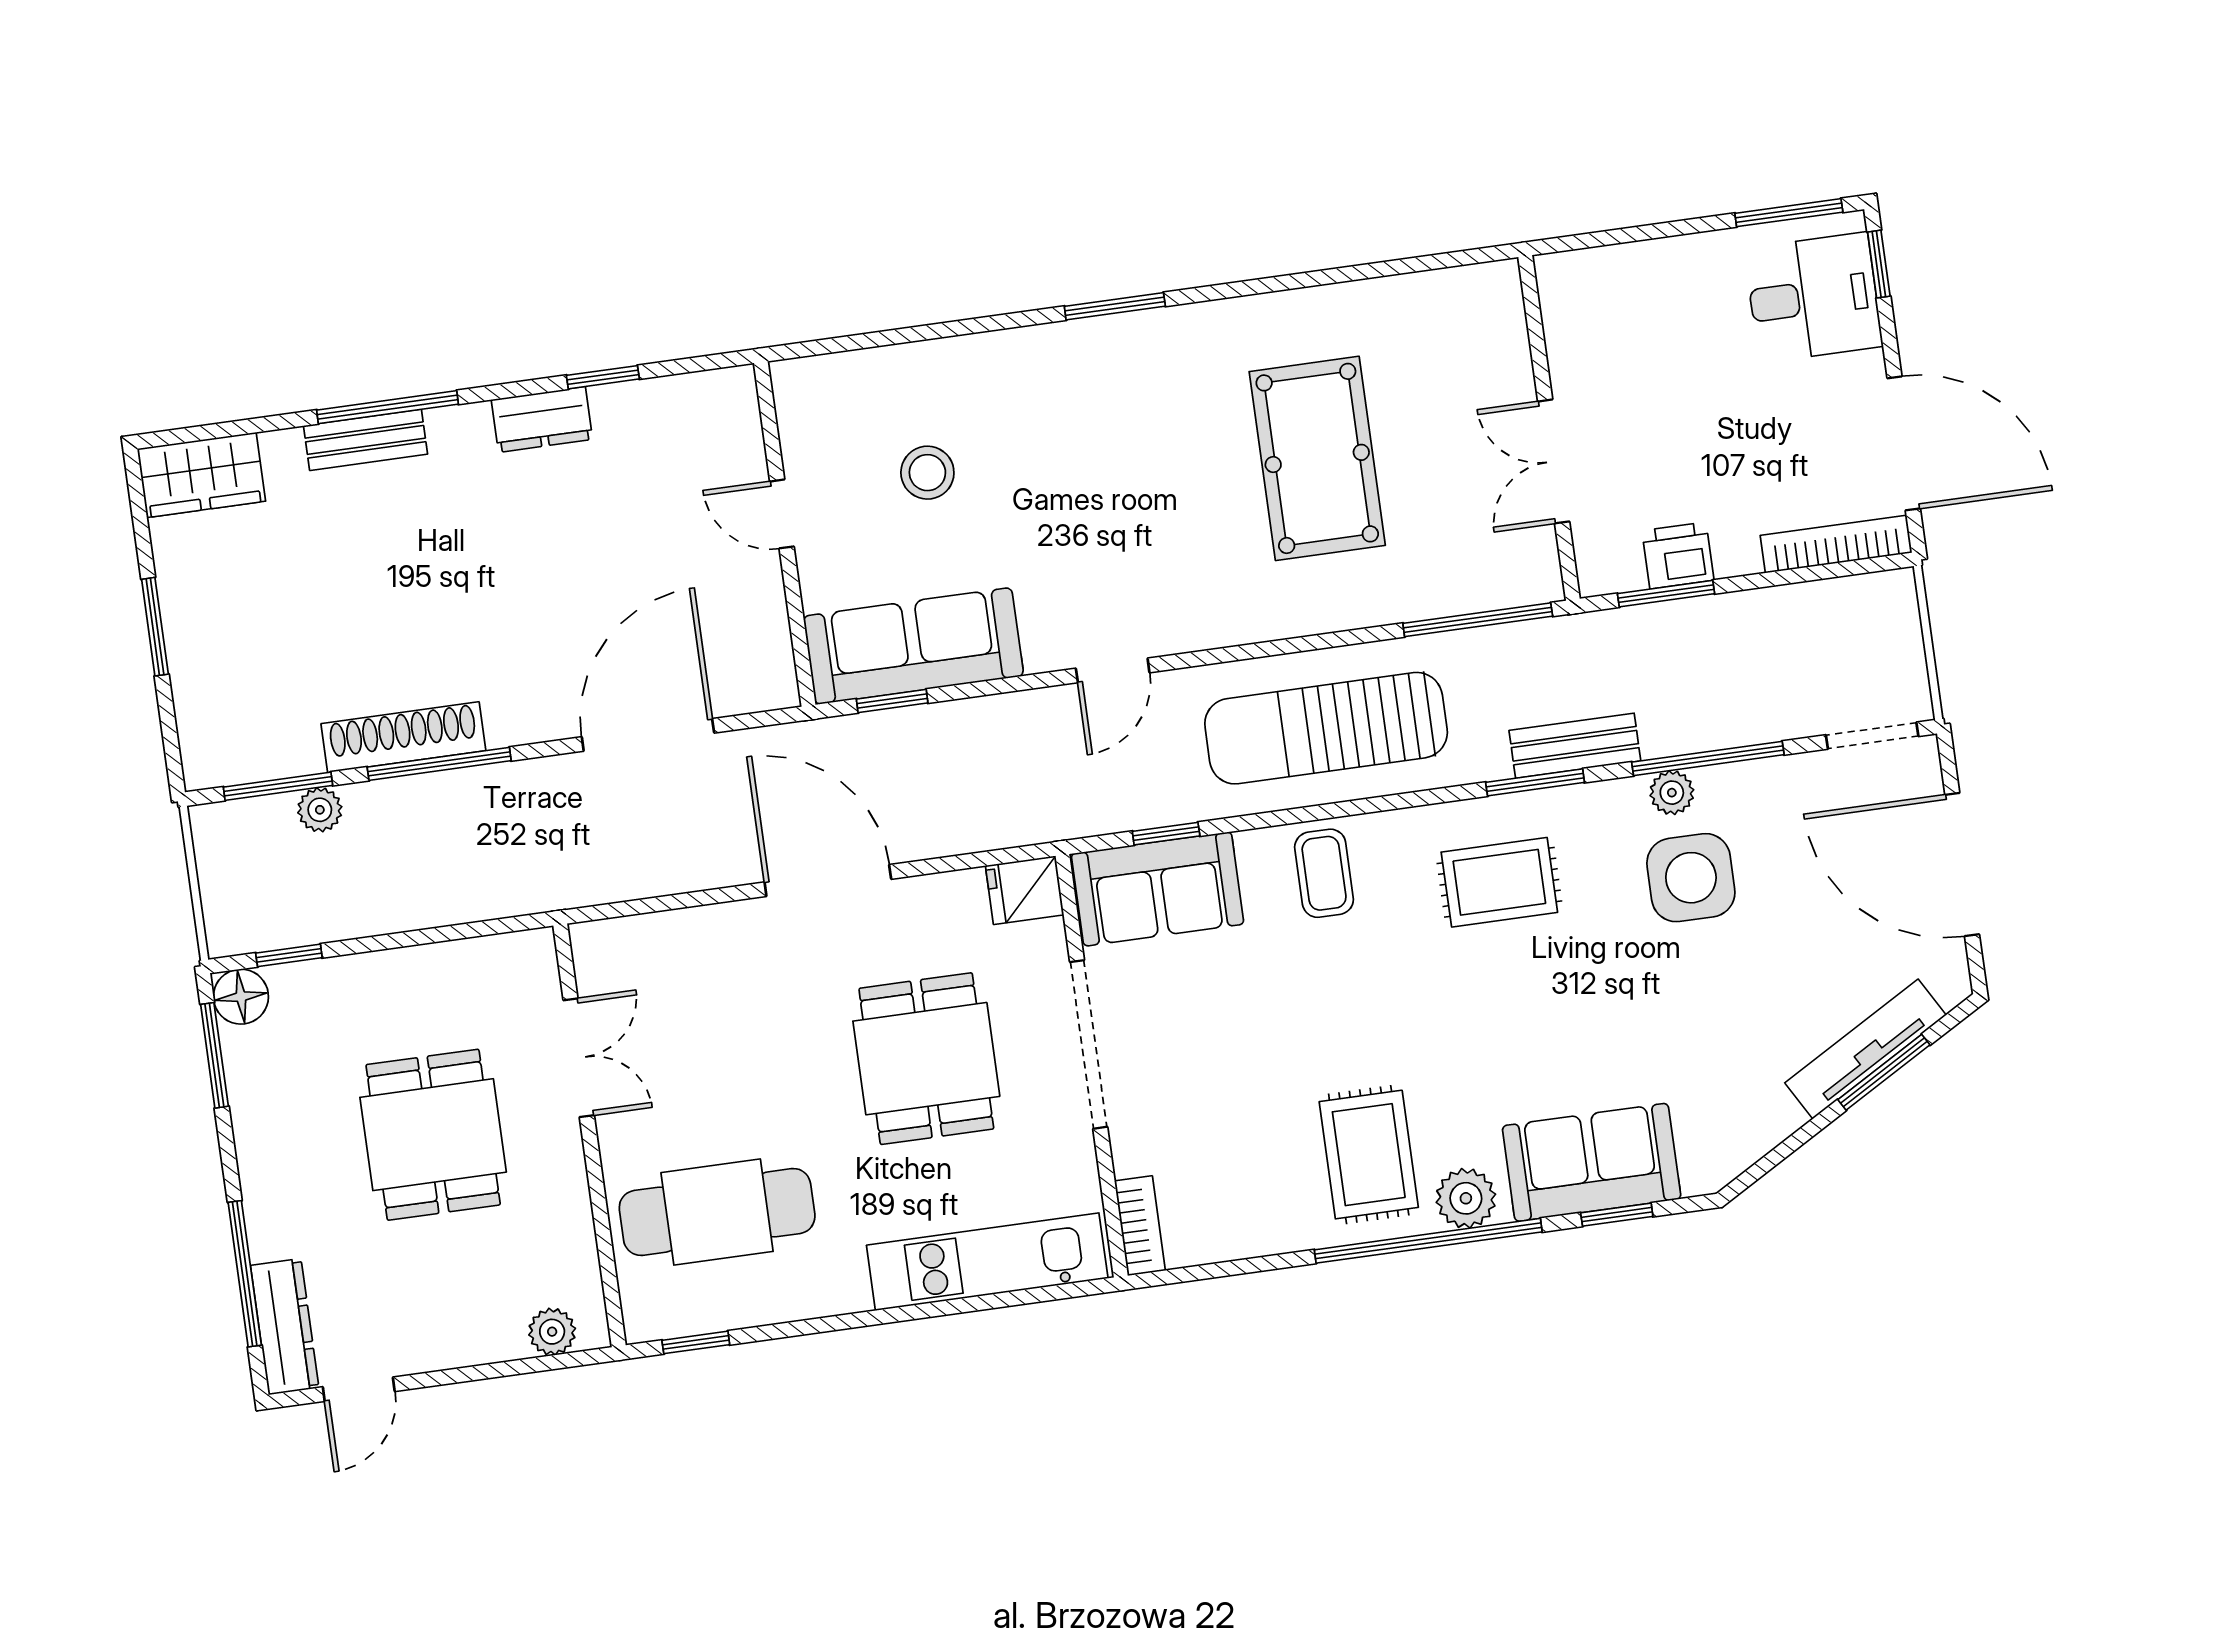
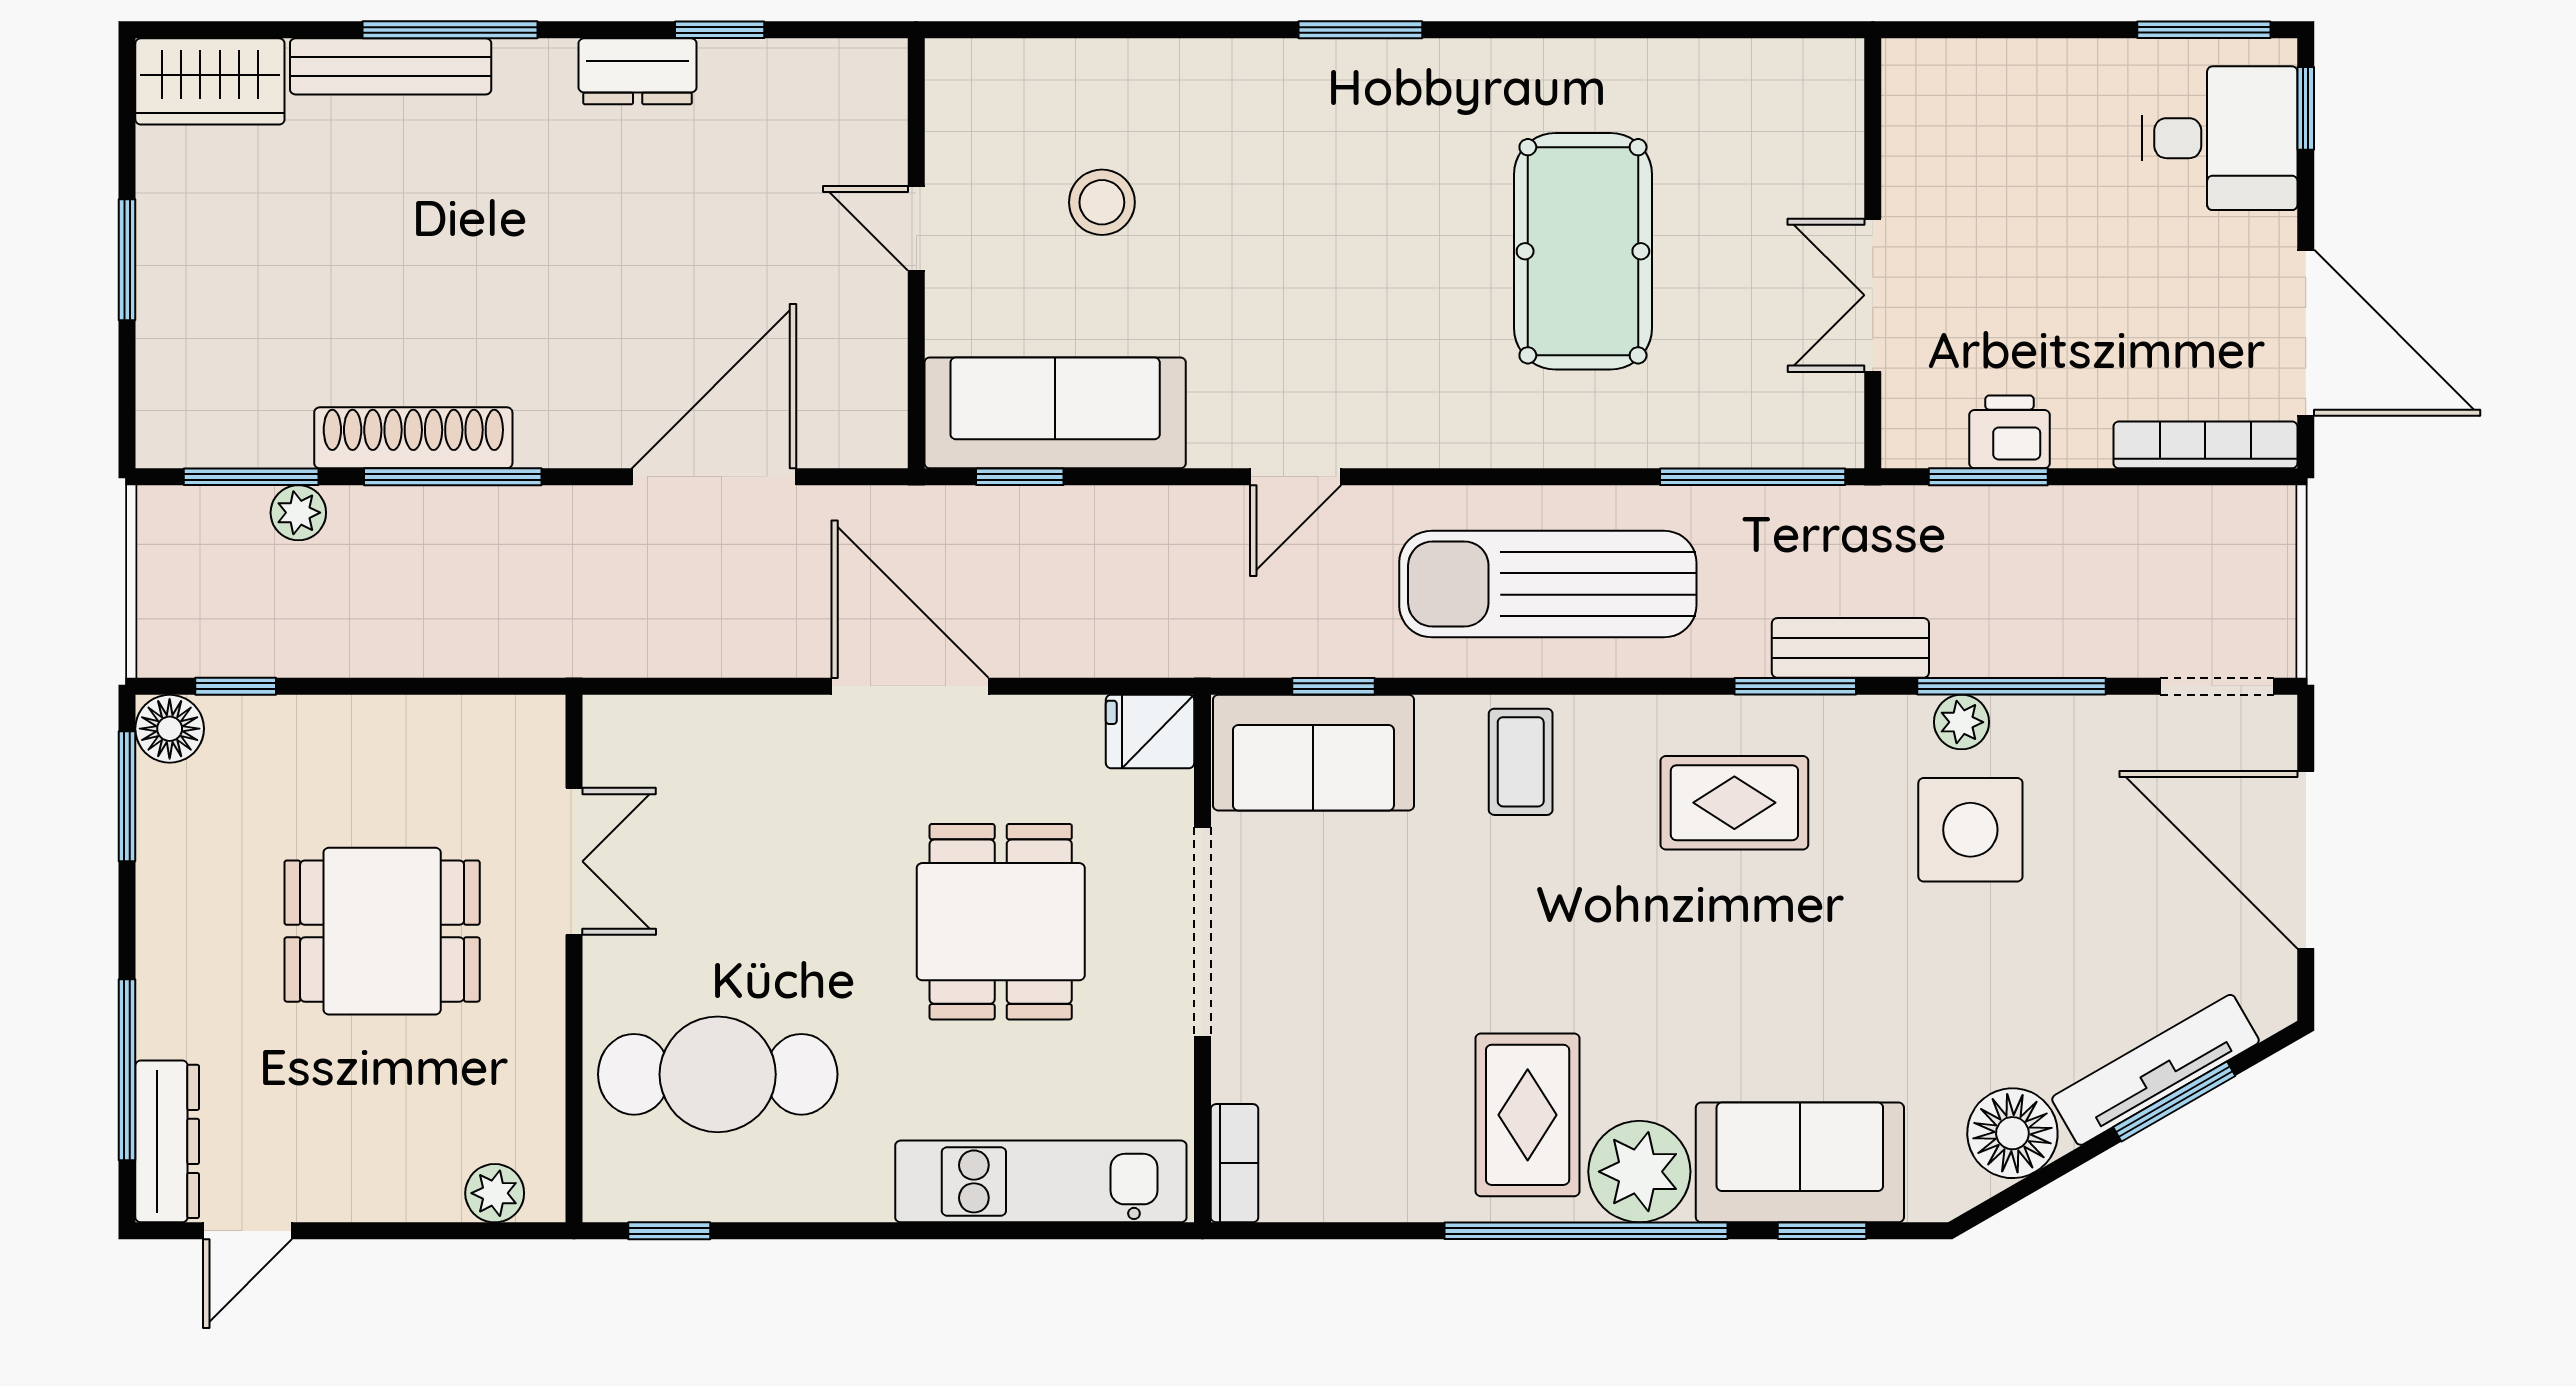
bench: (365, 440) -> (391, 66), width x1.36
floor lamp: (1758, 1115) -> (2012, 1133), added
dining table: (433, 1135) -> (382, 931), turned 90
plant: (1466, 1198) -> (1639, 1172), width x1.36, depth x1.36

